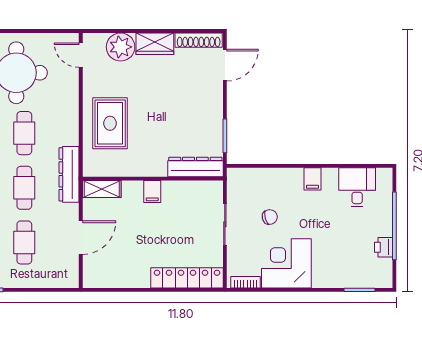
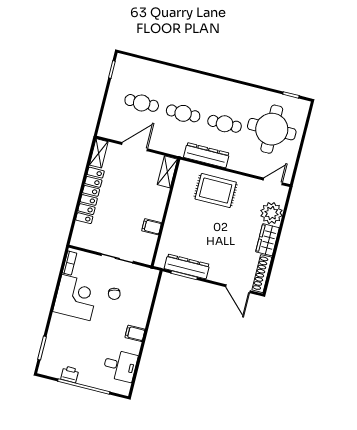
dresser: (195, 167) -> (187, 266), moved, turned -90
dresser: (69, 174) -> (206, 155), moved
filing cabinet: (152, 192) -> (152, 227), moved
door: (81, 238) -> (135, 147), swing flipped
locker: (187, 278) -> (90, 195), moved
shelving: (100, 280) -> (99, 153), added

